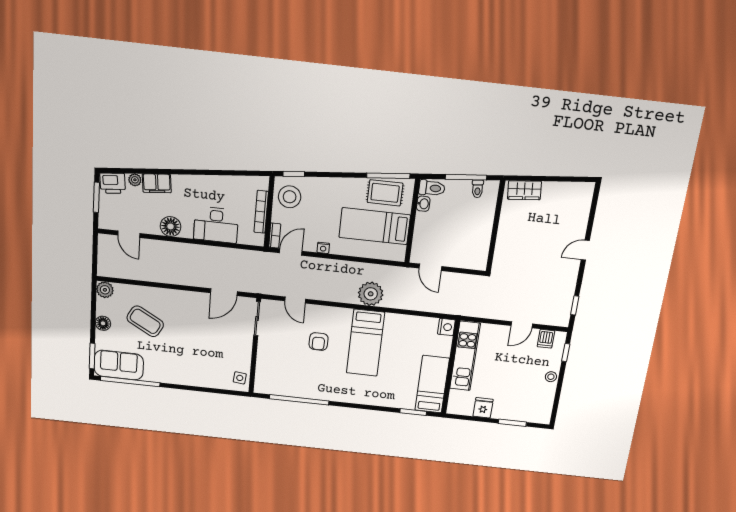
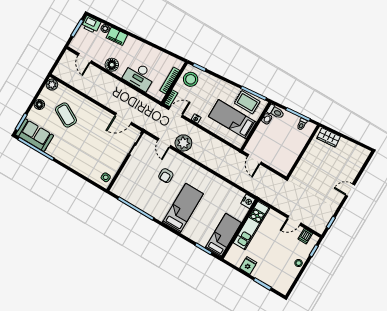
plant: (371, 294) -> (183, 143), moved
bed: (365, 343) -> (183, 208), moved, turned 180

